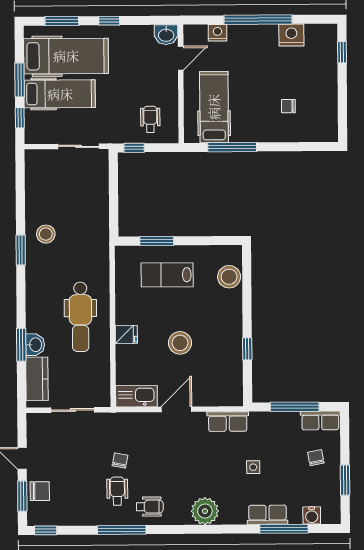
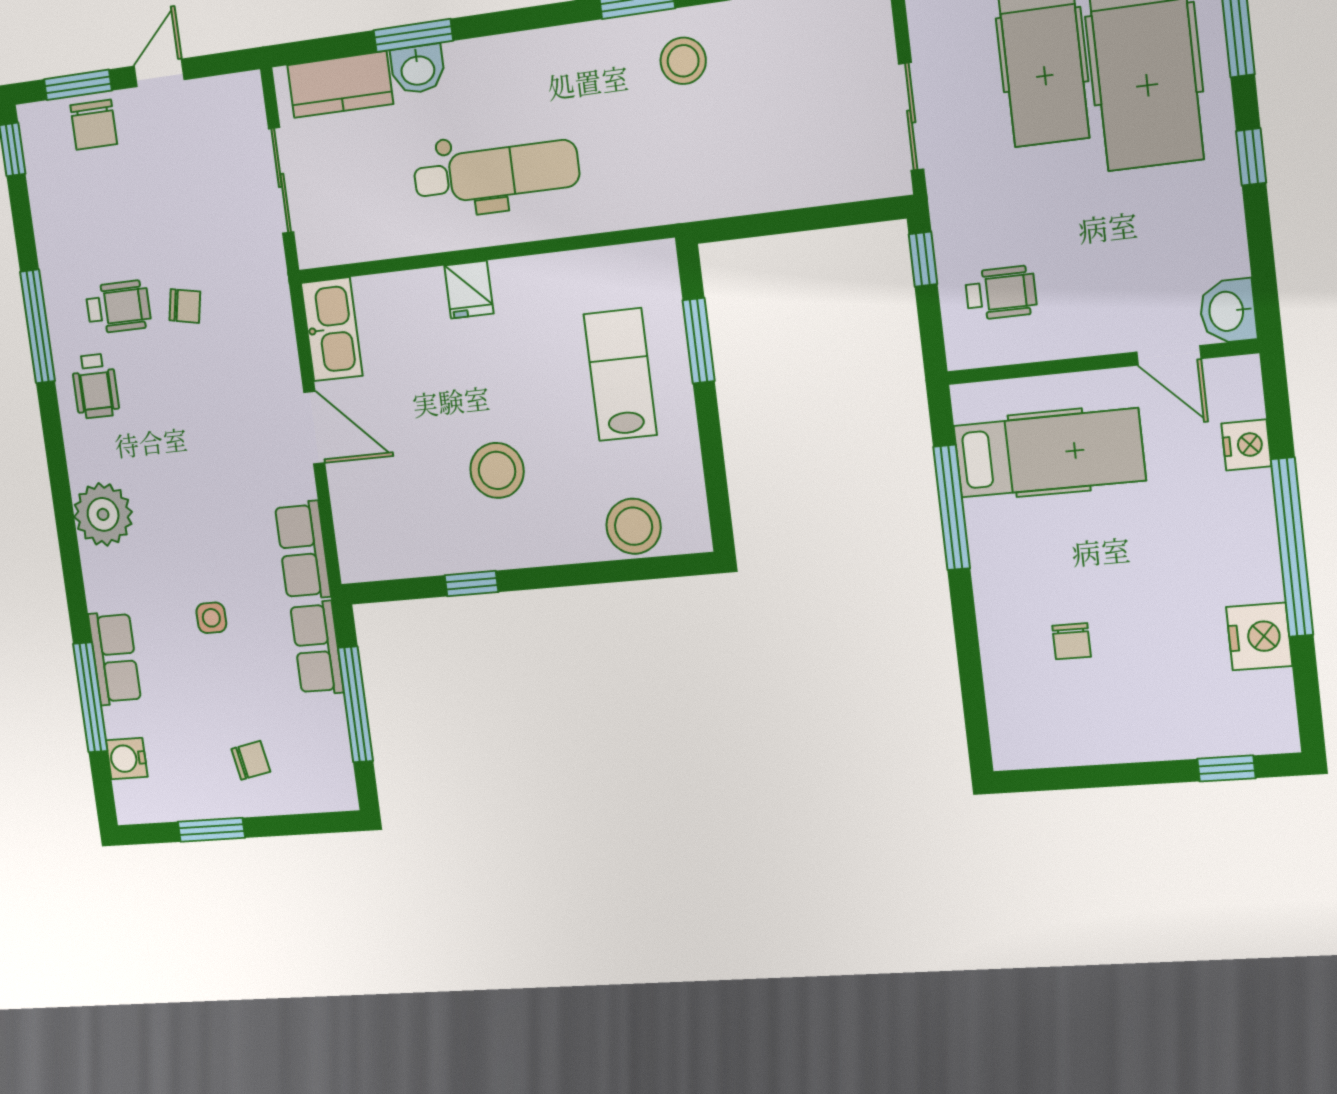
chair: (288, 106) -> (1072, 641), turned 180
dental chair: (80, 317) -> (496, 173), turned 180
stool: (180, 343) -> (497, 470), moved
row of seats: (320, 420) -> (317, 648), moved

